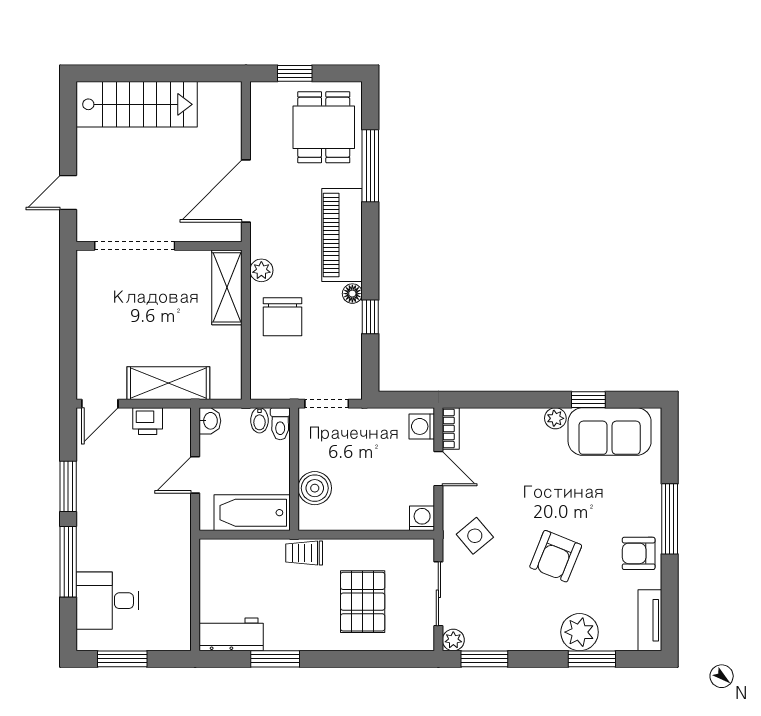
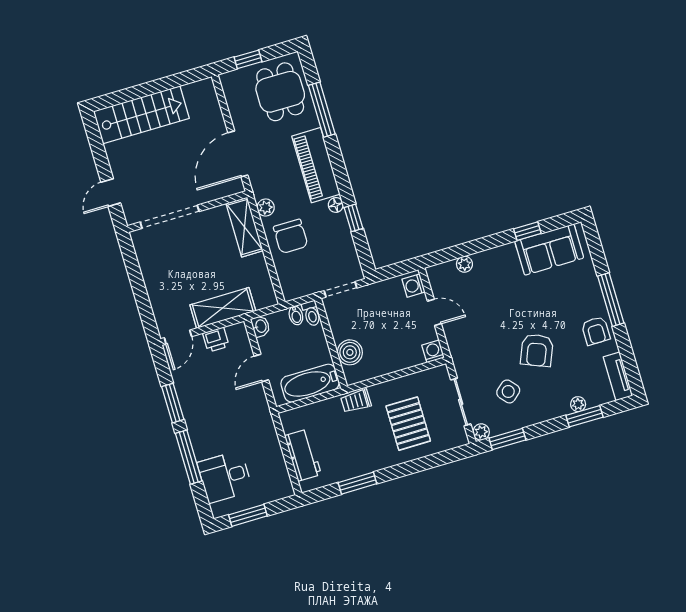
plant: (555, 418) -> (464, 264), moved
bookcase: (451, 429) -> (435, 281), removed
side table: (475, 536) -> (508, 391), moved
armchair: (639, 553) -> (596, 331), turned -90
plant: (580, 632) -> (578, 404), width x0.53, depth x0.53
workbench: (231, 634) -> (303, 455), moved, turned 90

